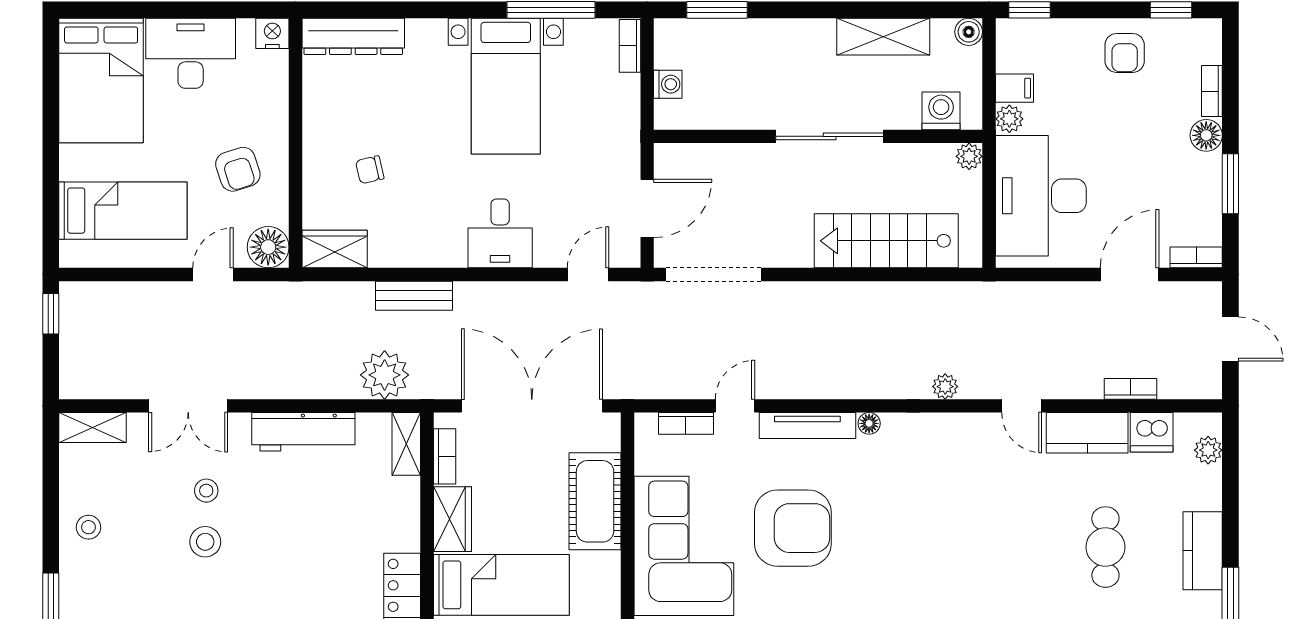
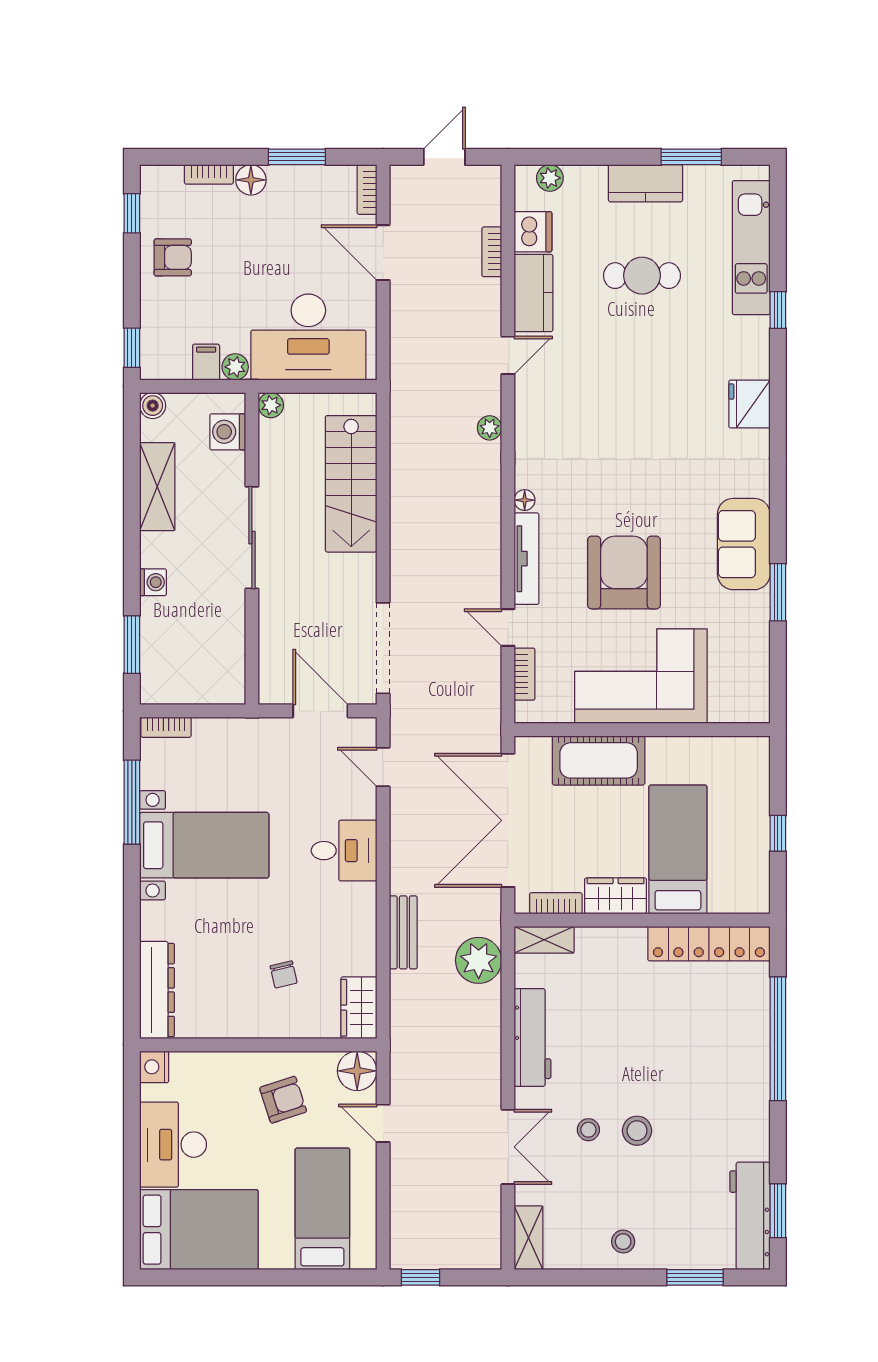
washing machine: (668, 84) -> (153, 582), moved, turned 90

